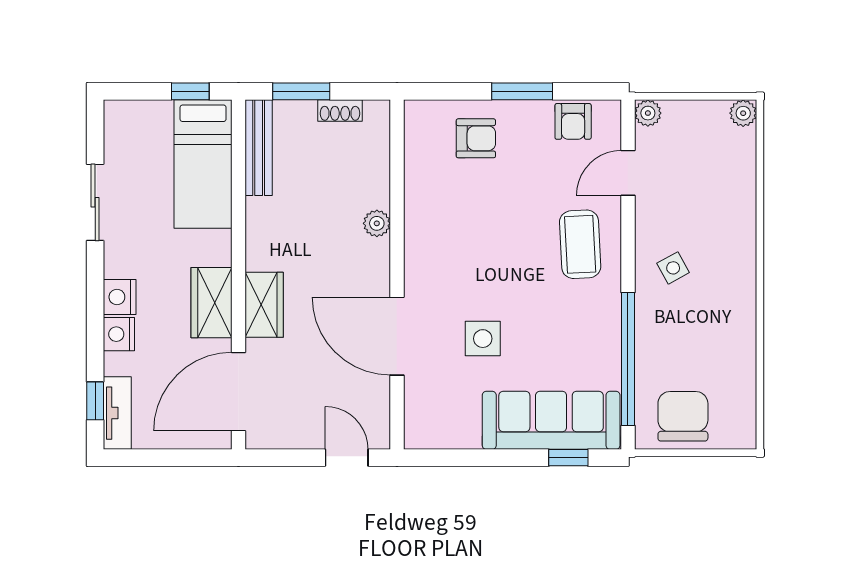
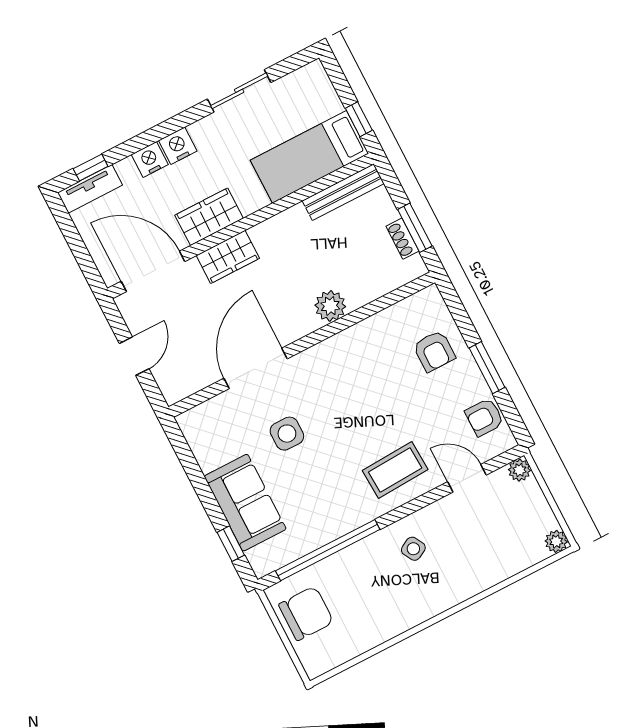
window: (301, 91) -> (415, 228), moved
plant: (377, 223) -> (330, 306), width x1.38, depth x1.38
sofa: (551, 420) -> (245, 503), width x0.73
door: (347, 458) -> (134, 356), moved

